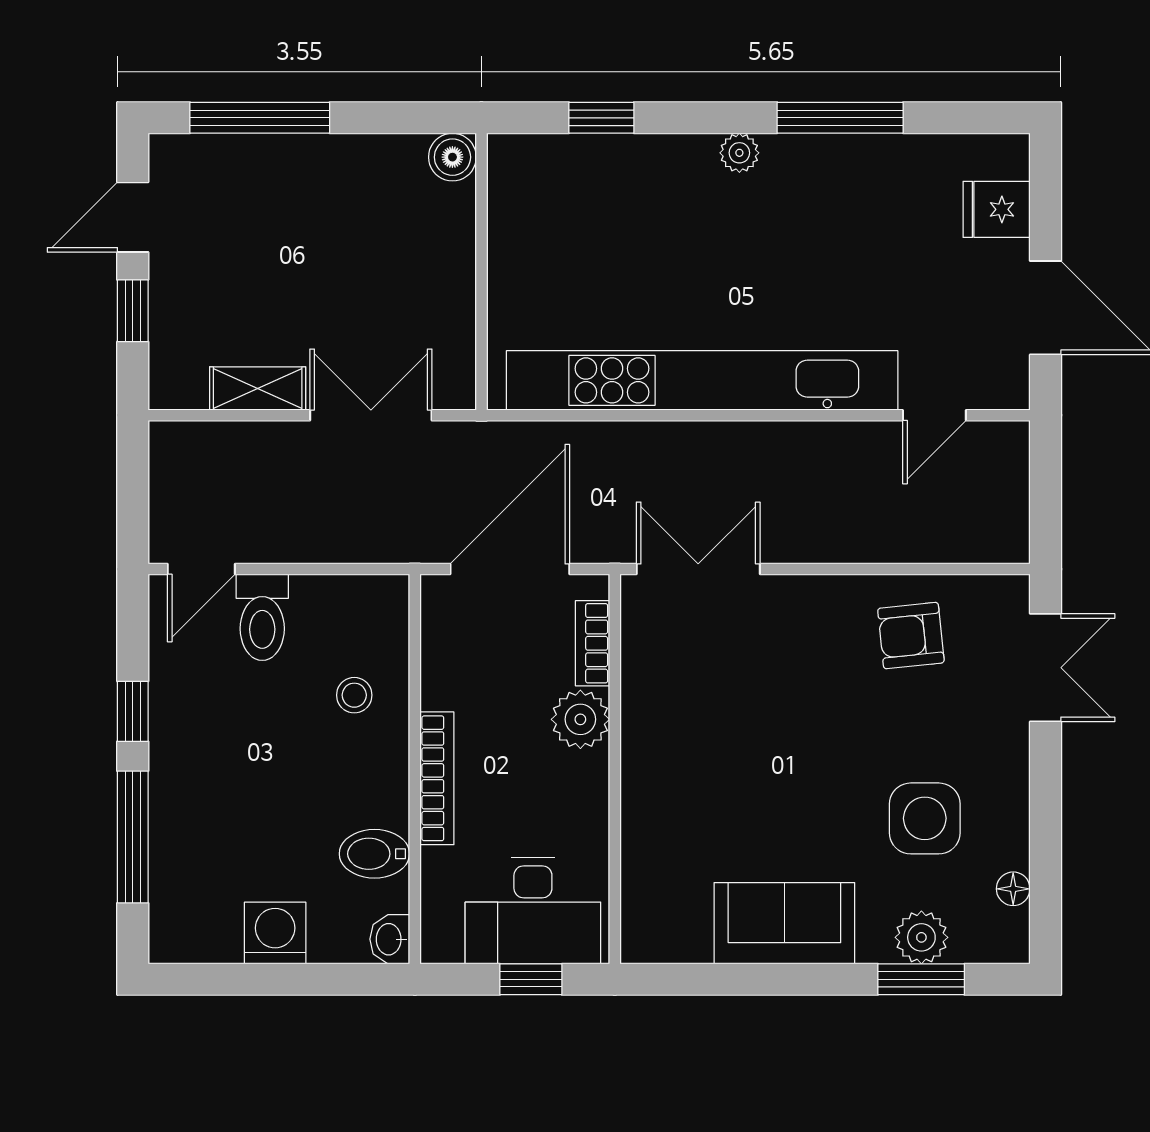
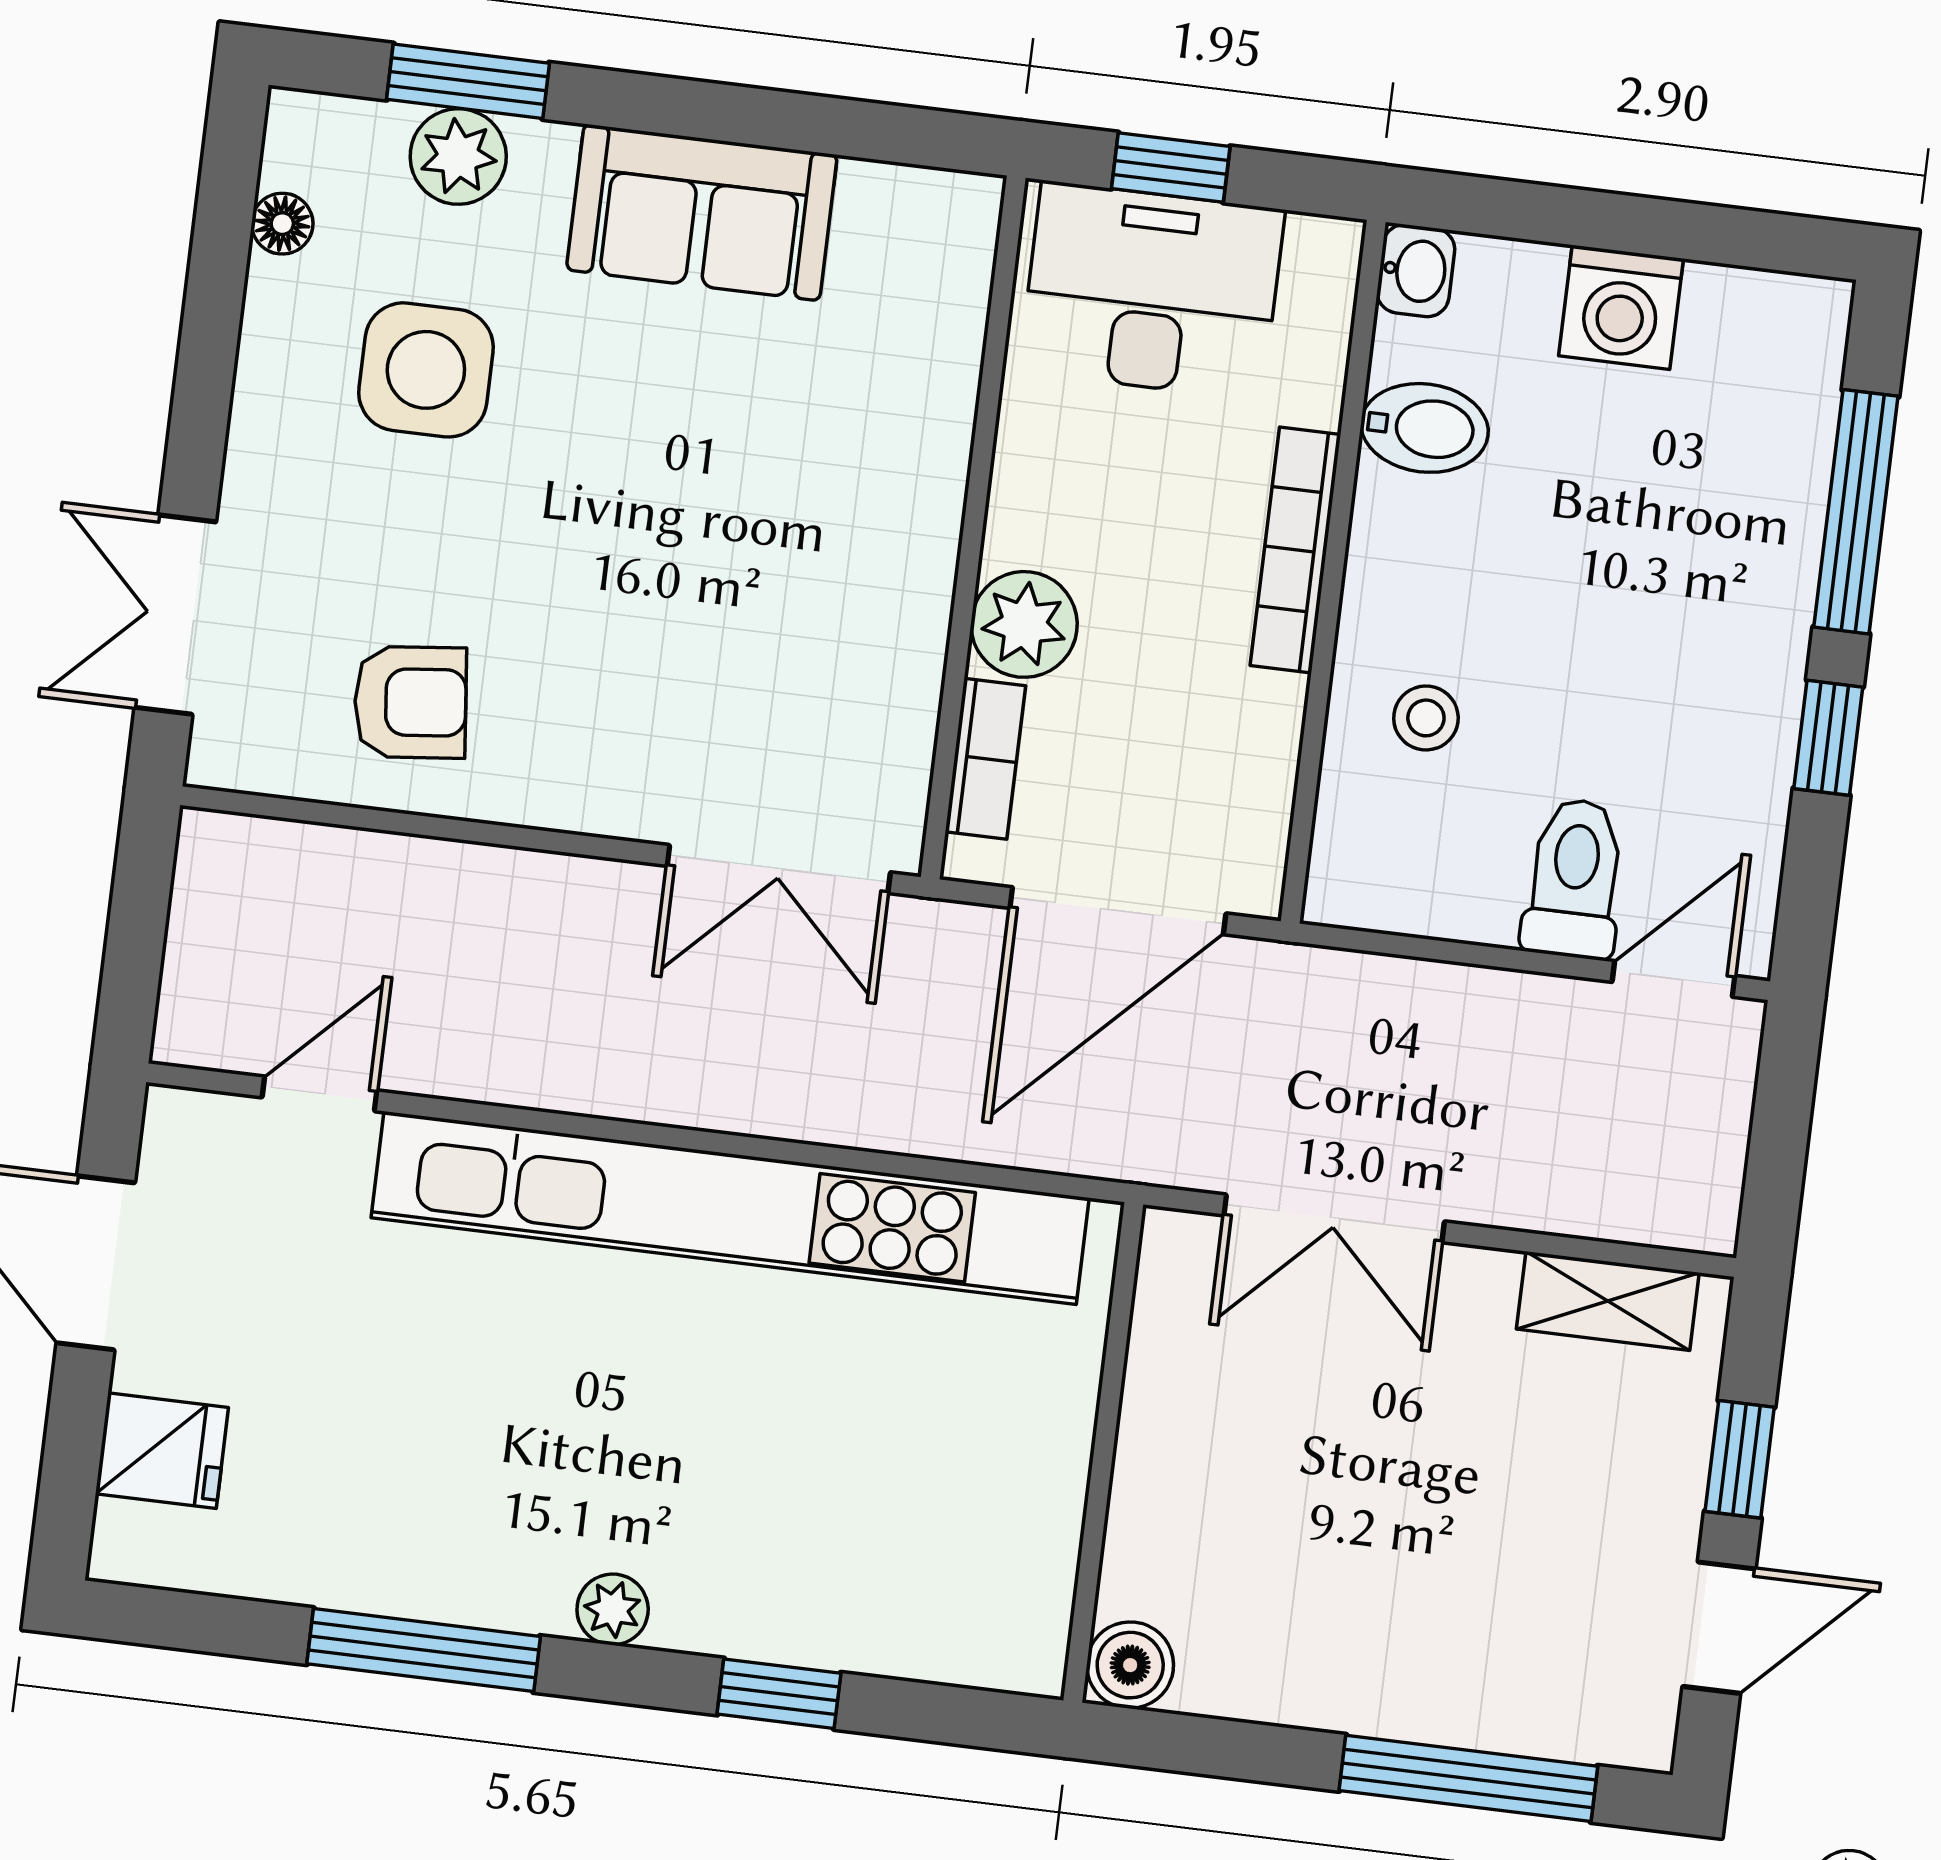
window: (601, 118) -> (779, 1694), moved
shelving: (258, 388) -> (1608, 1301), moved

